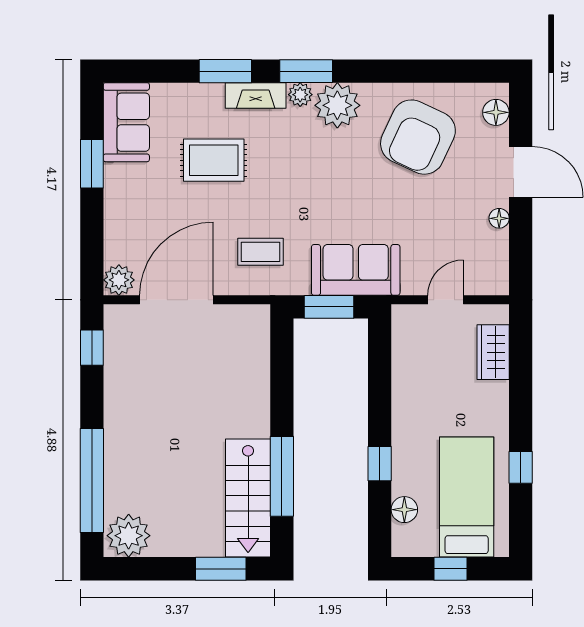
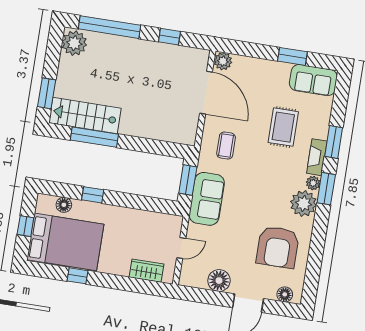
armchair: (418, 137) -> (278, 247), turned -115
floor lamp: (499, 218) -> (219, 281), width x1.89, depth x1.89
door: (446, 300) -> (181, 248), hinge flipped
window: (92, 348) -> (169, 37), moved
bed: (467, 497) -> (65, 242), width x1.50

